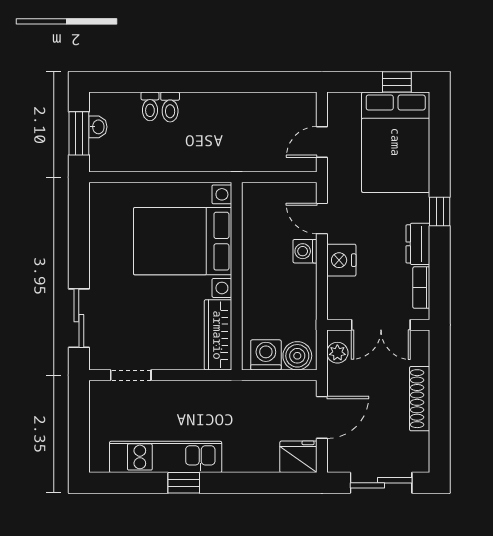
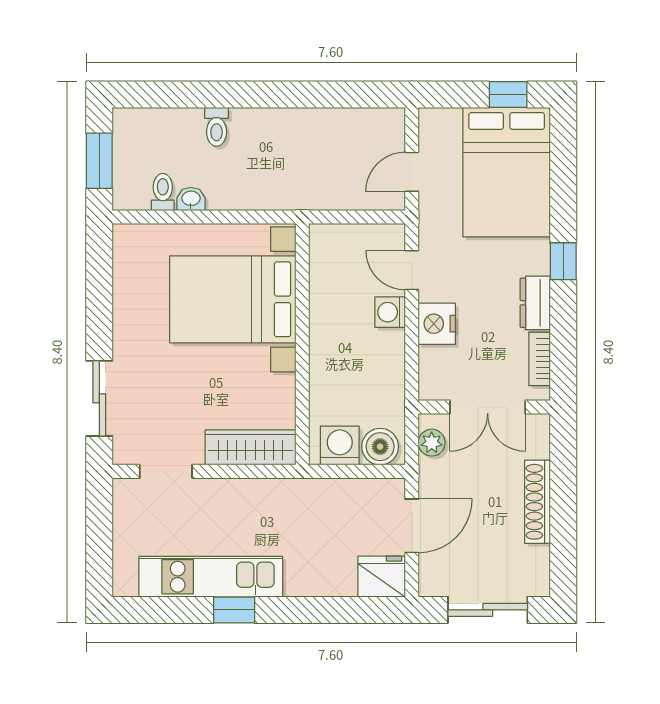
toilet: (150, 106) -> (163, 192), moved, turned 180
washbasin: (98, 127) -> (191, 199), moved, turned -90
wardrobe: (218, 335) -> (250, 447), moved, turned 90

